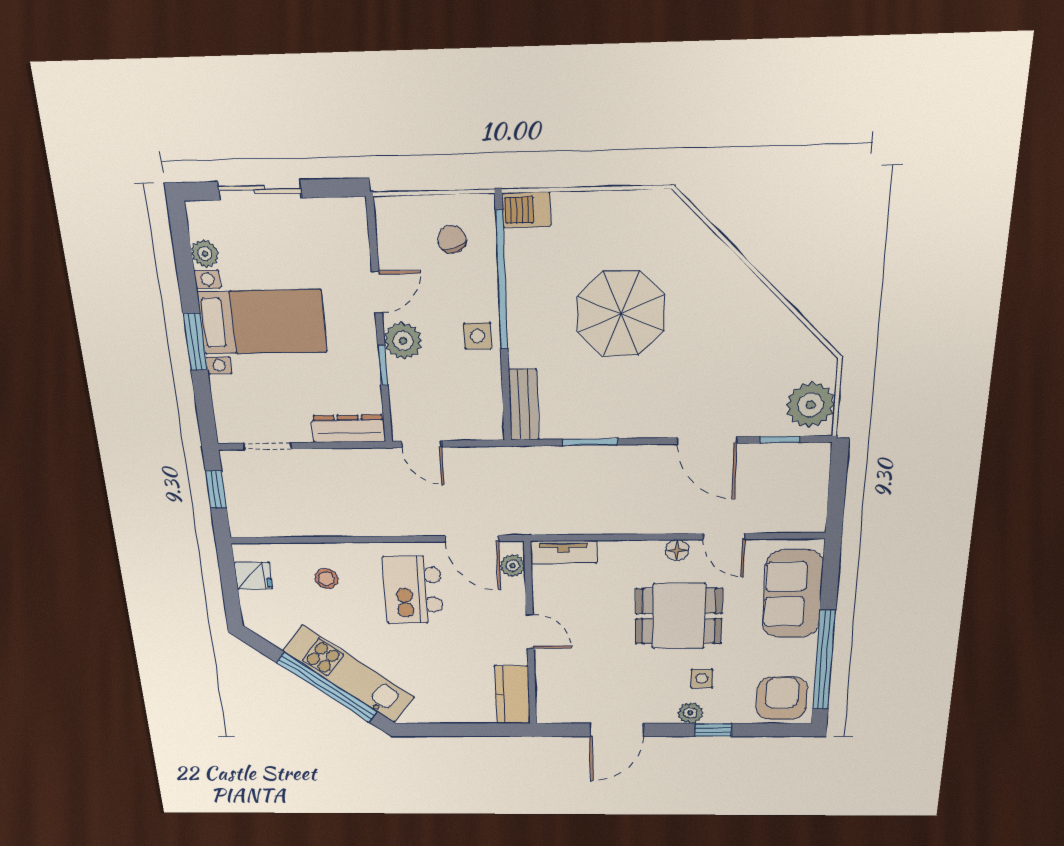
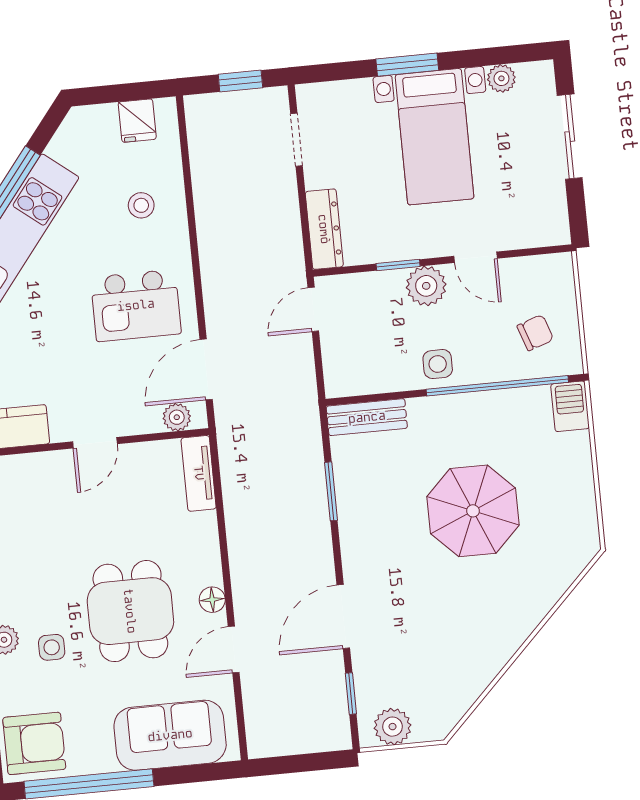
plant: (811, 405) -> (393, 727), width x0.73, depth x0.73
kitchen island: (413, 590) -> (136, 305), turned 180

